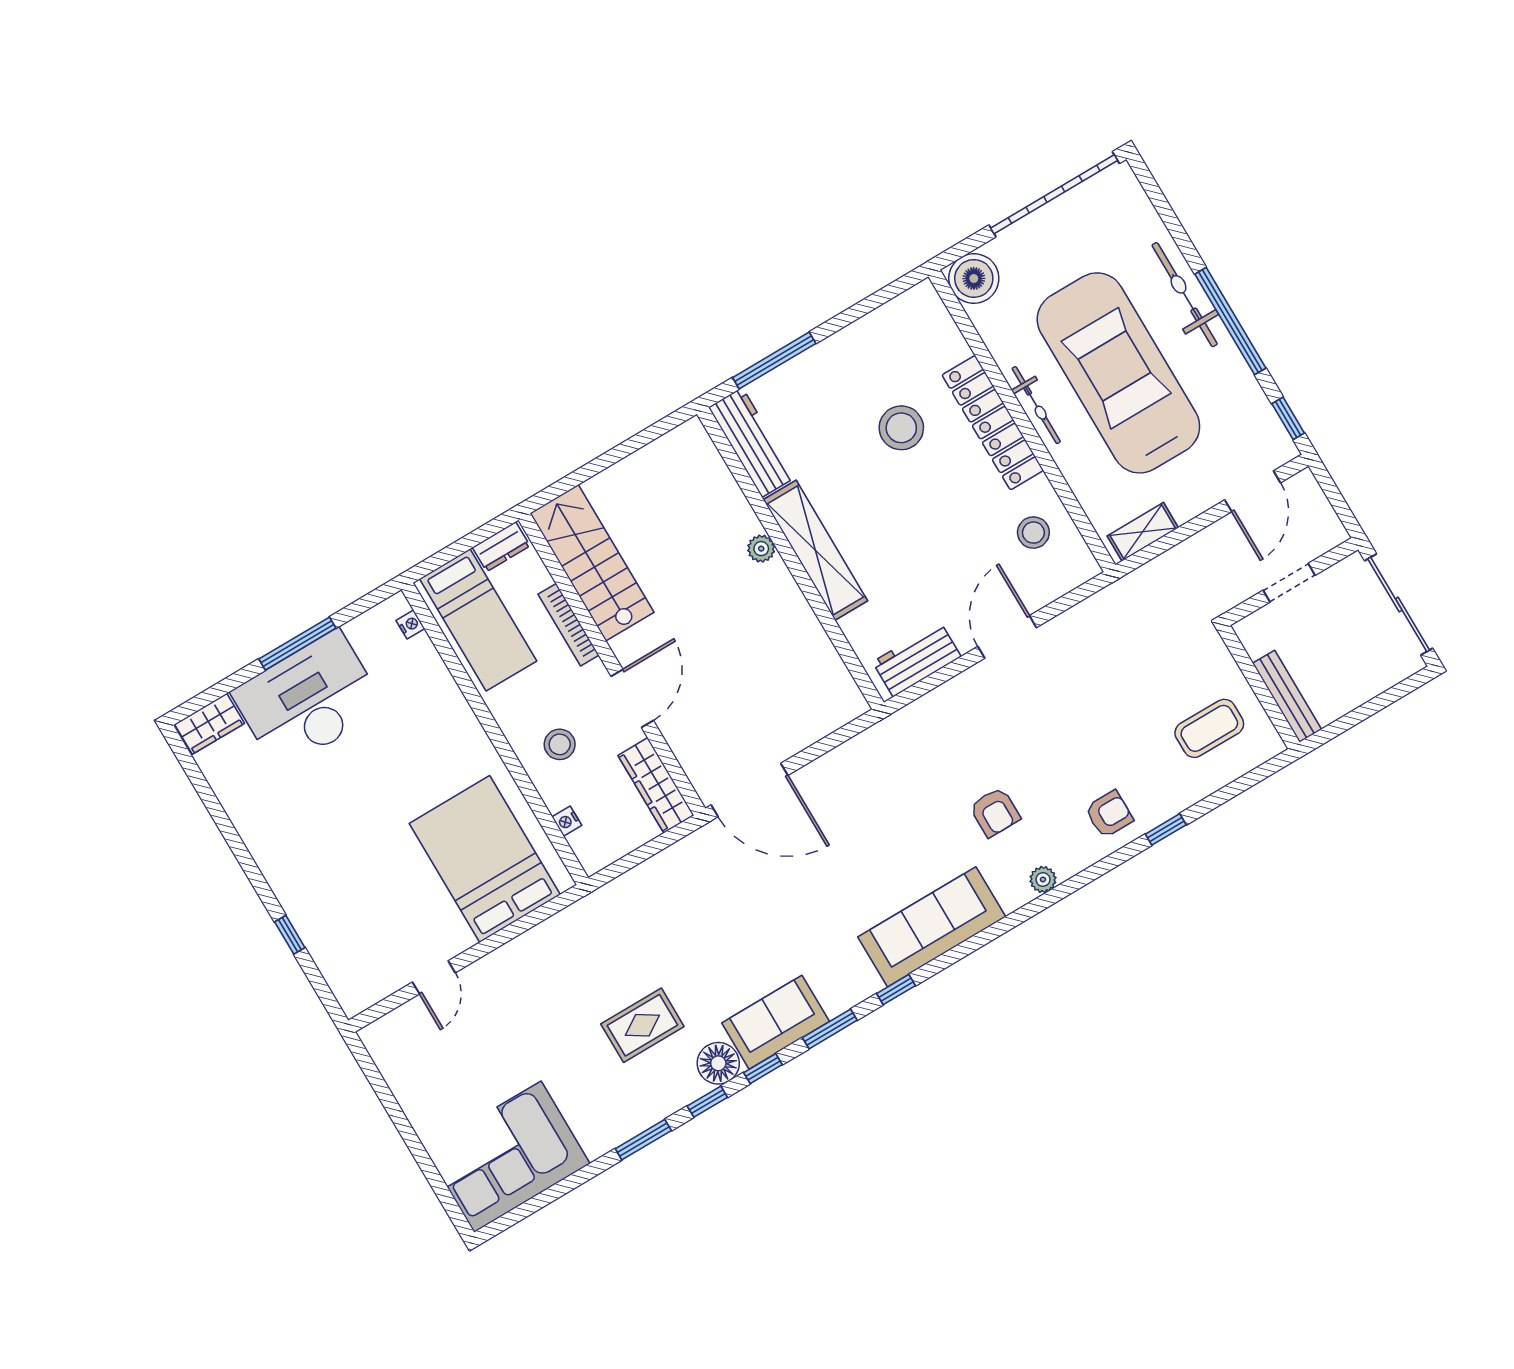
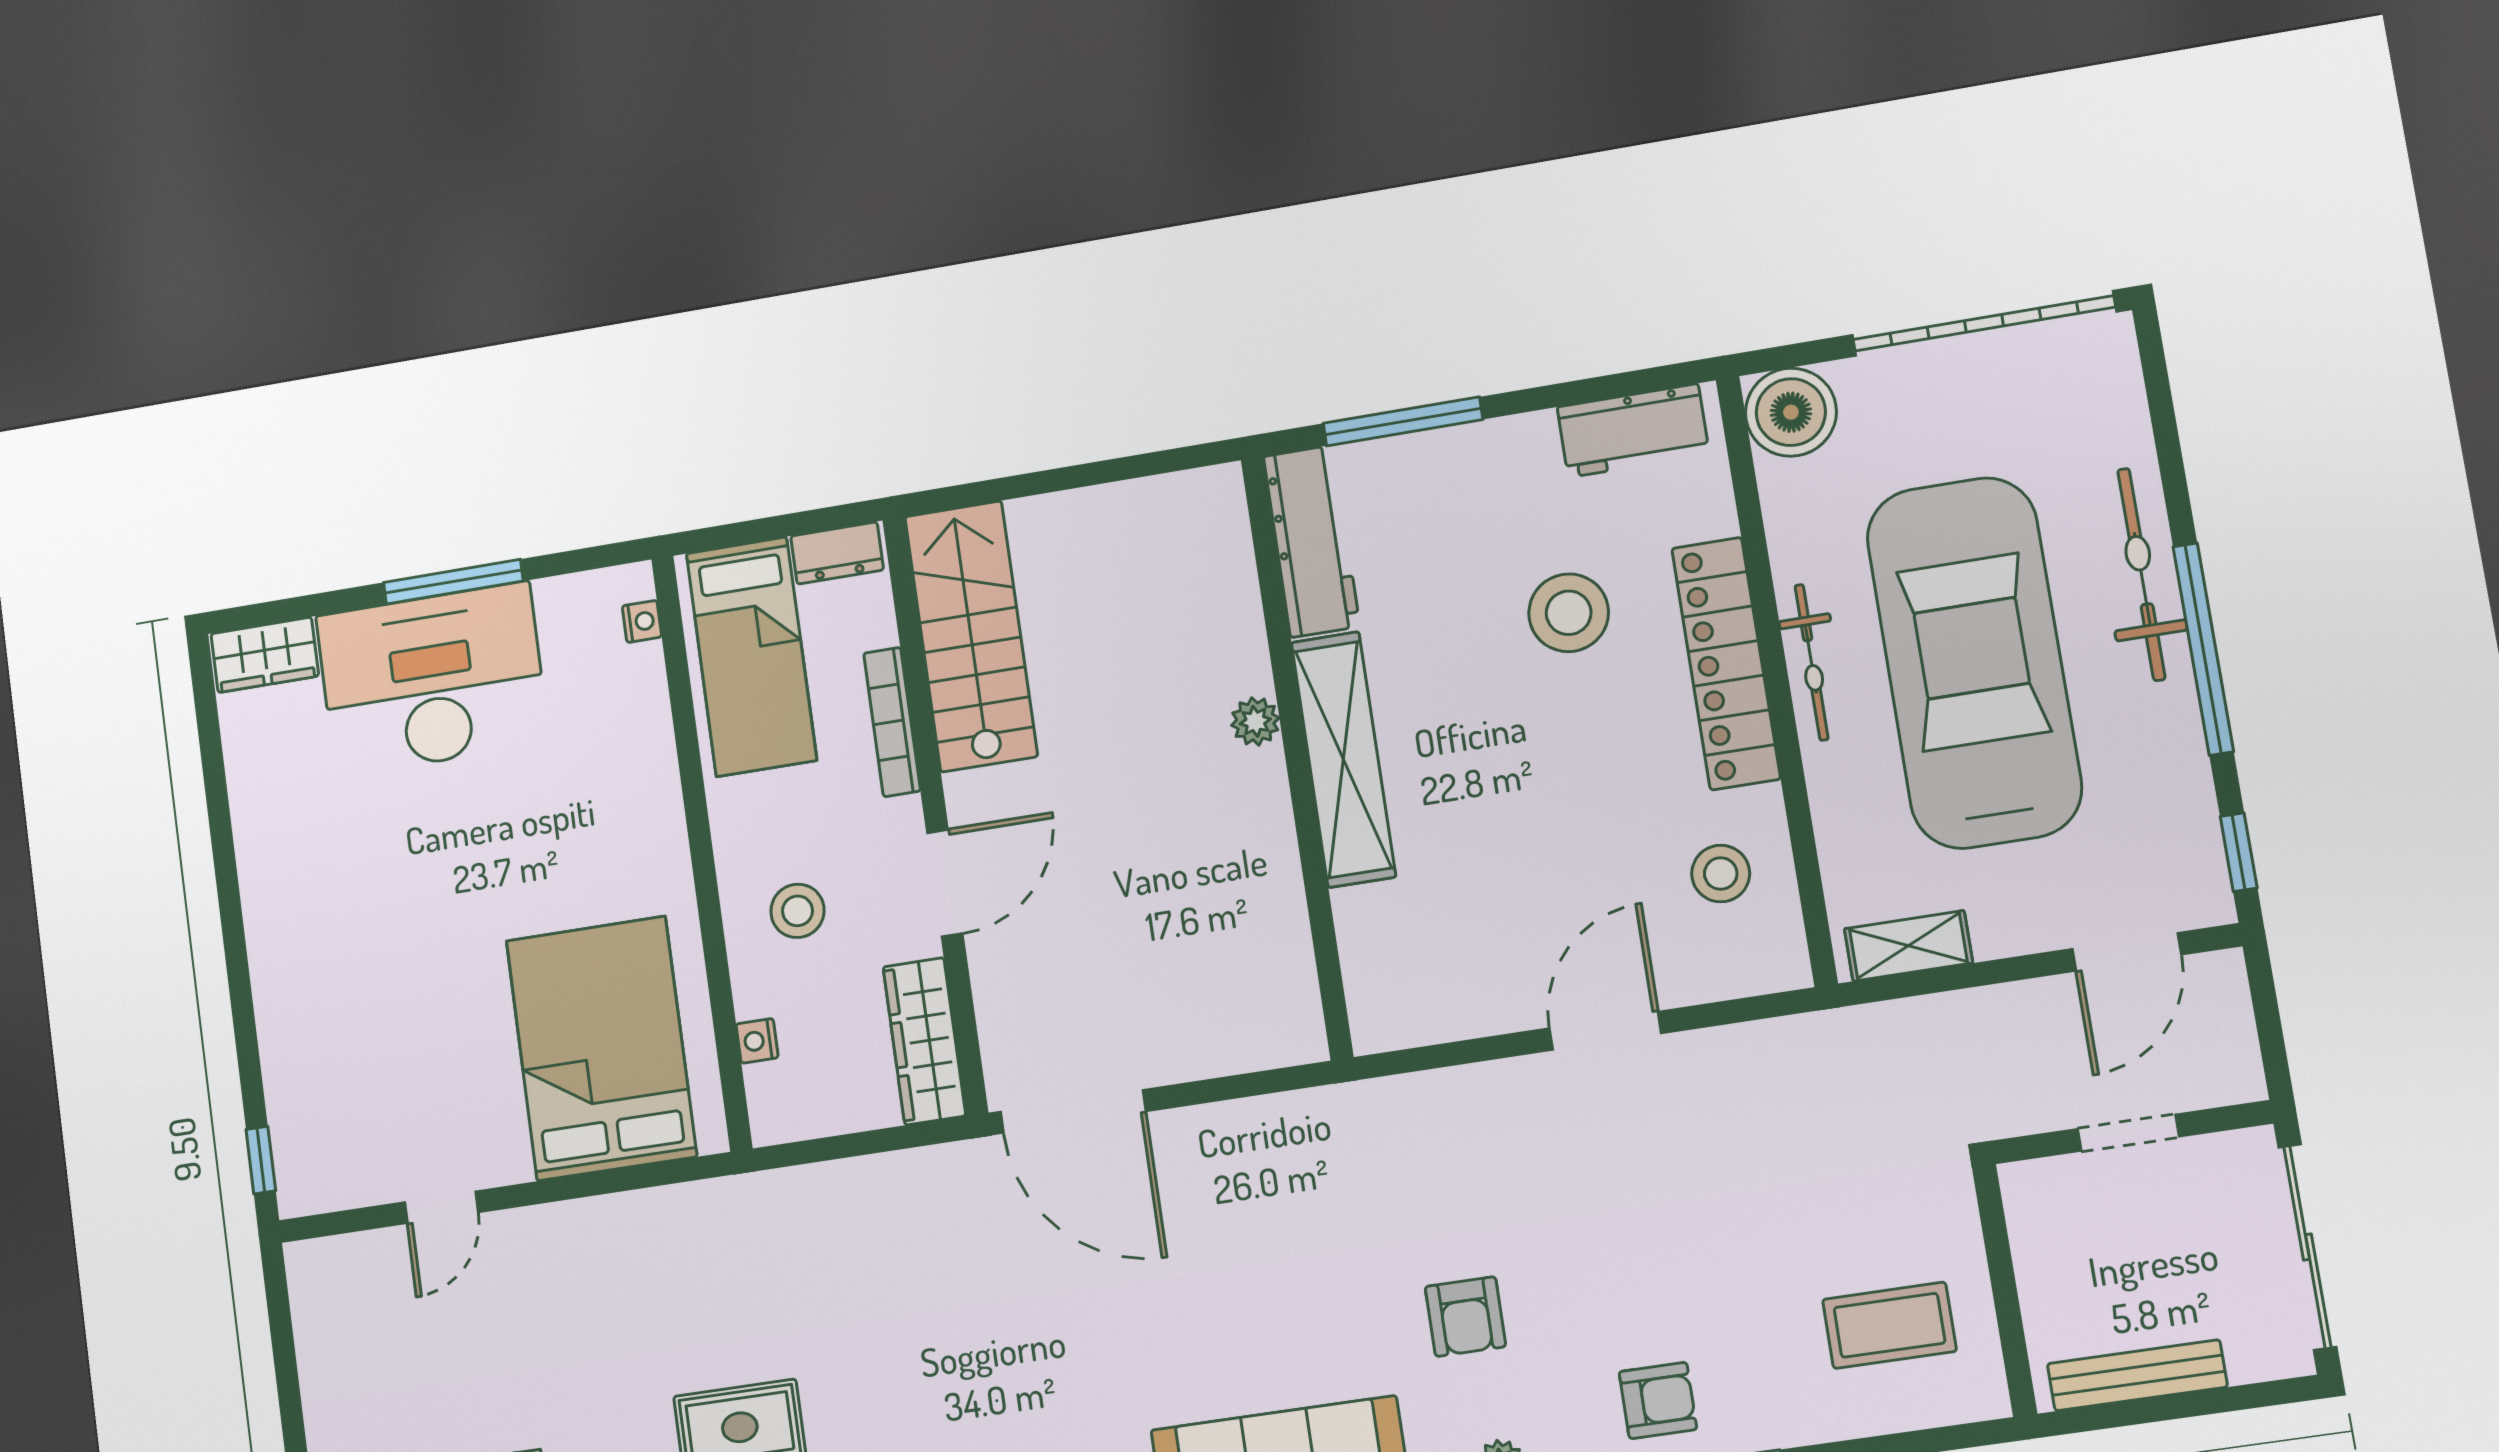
workbench: (917, 659) -> (1633, 431), moved, turned 180
bench: (1287, 696) -> (2137, 1375), moved, turned 90
window: (290, 935) -> (261, 1160), moved

